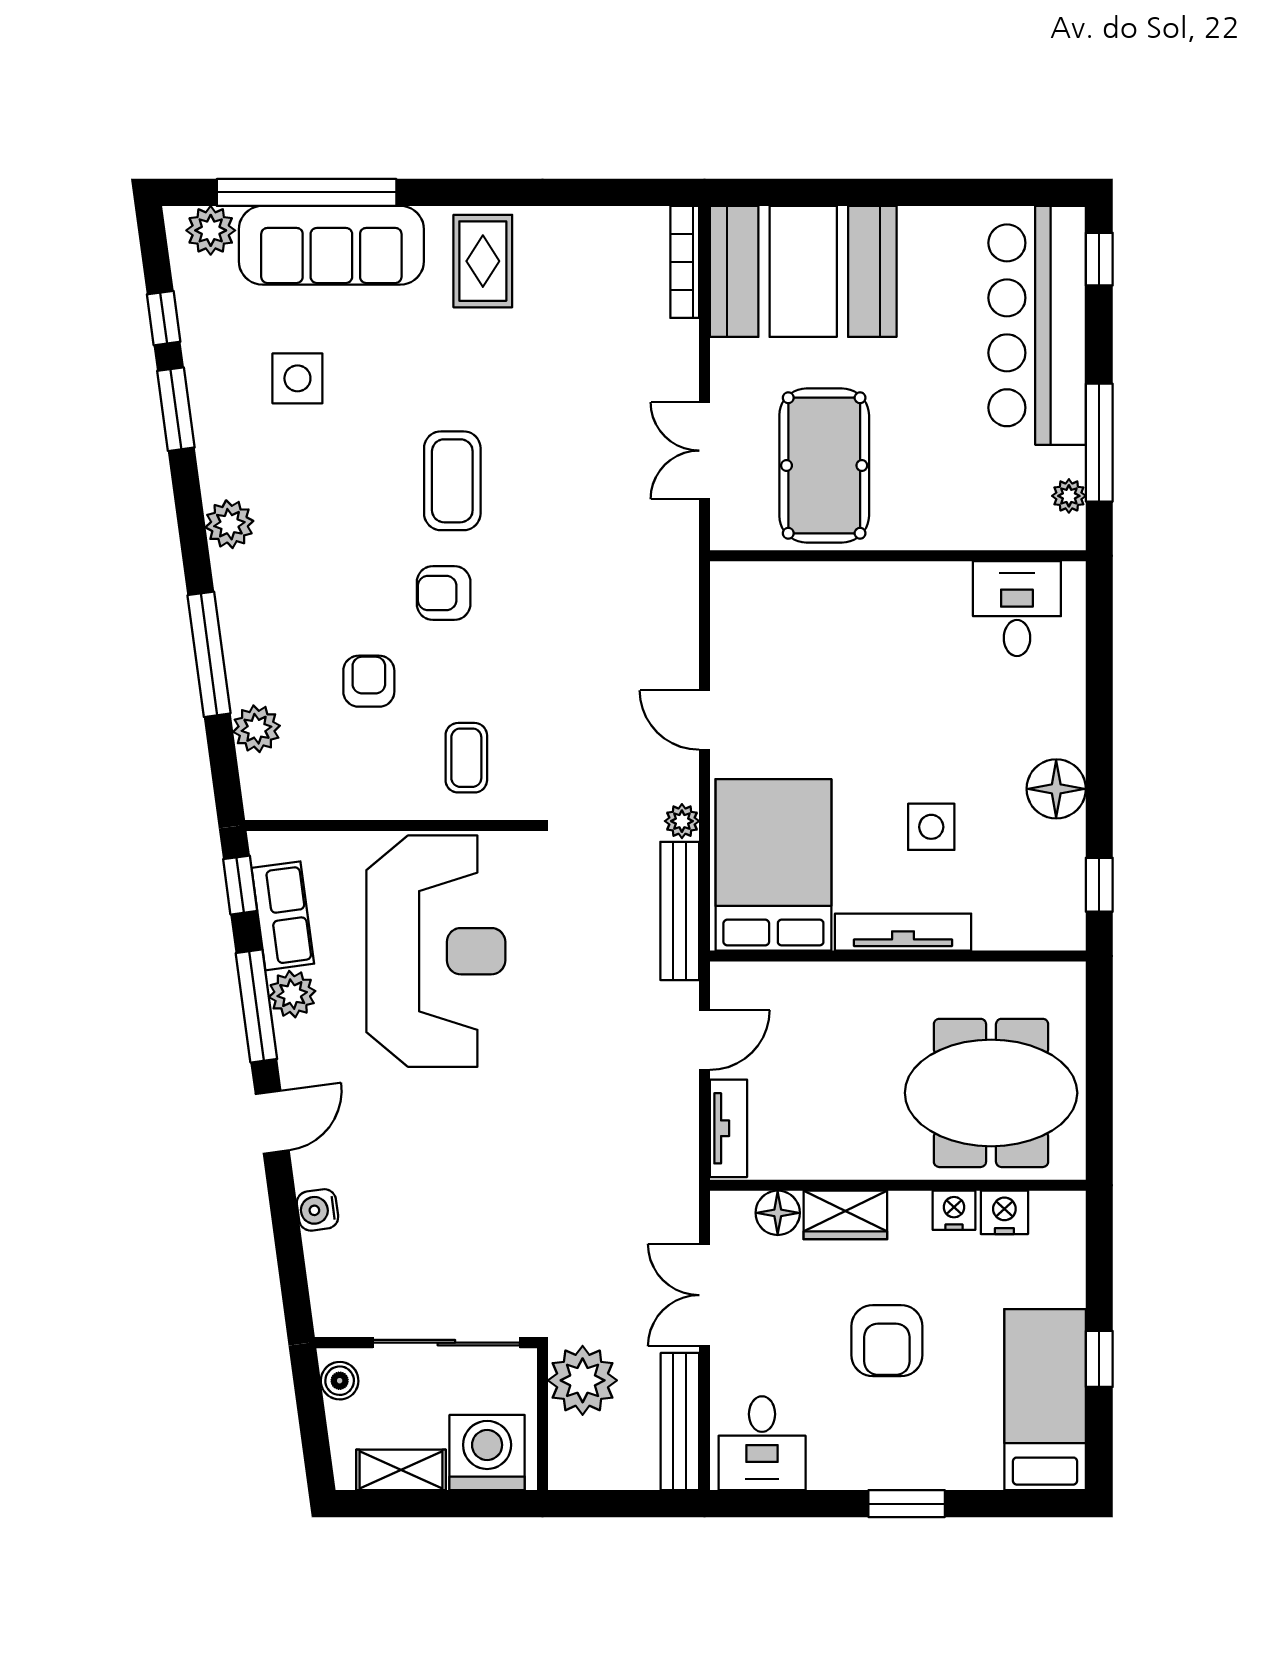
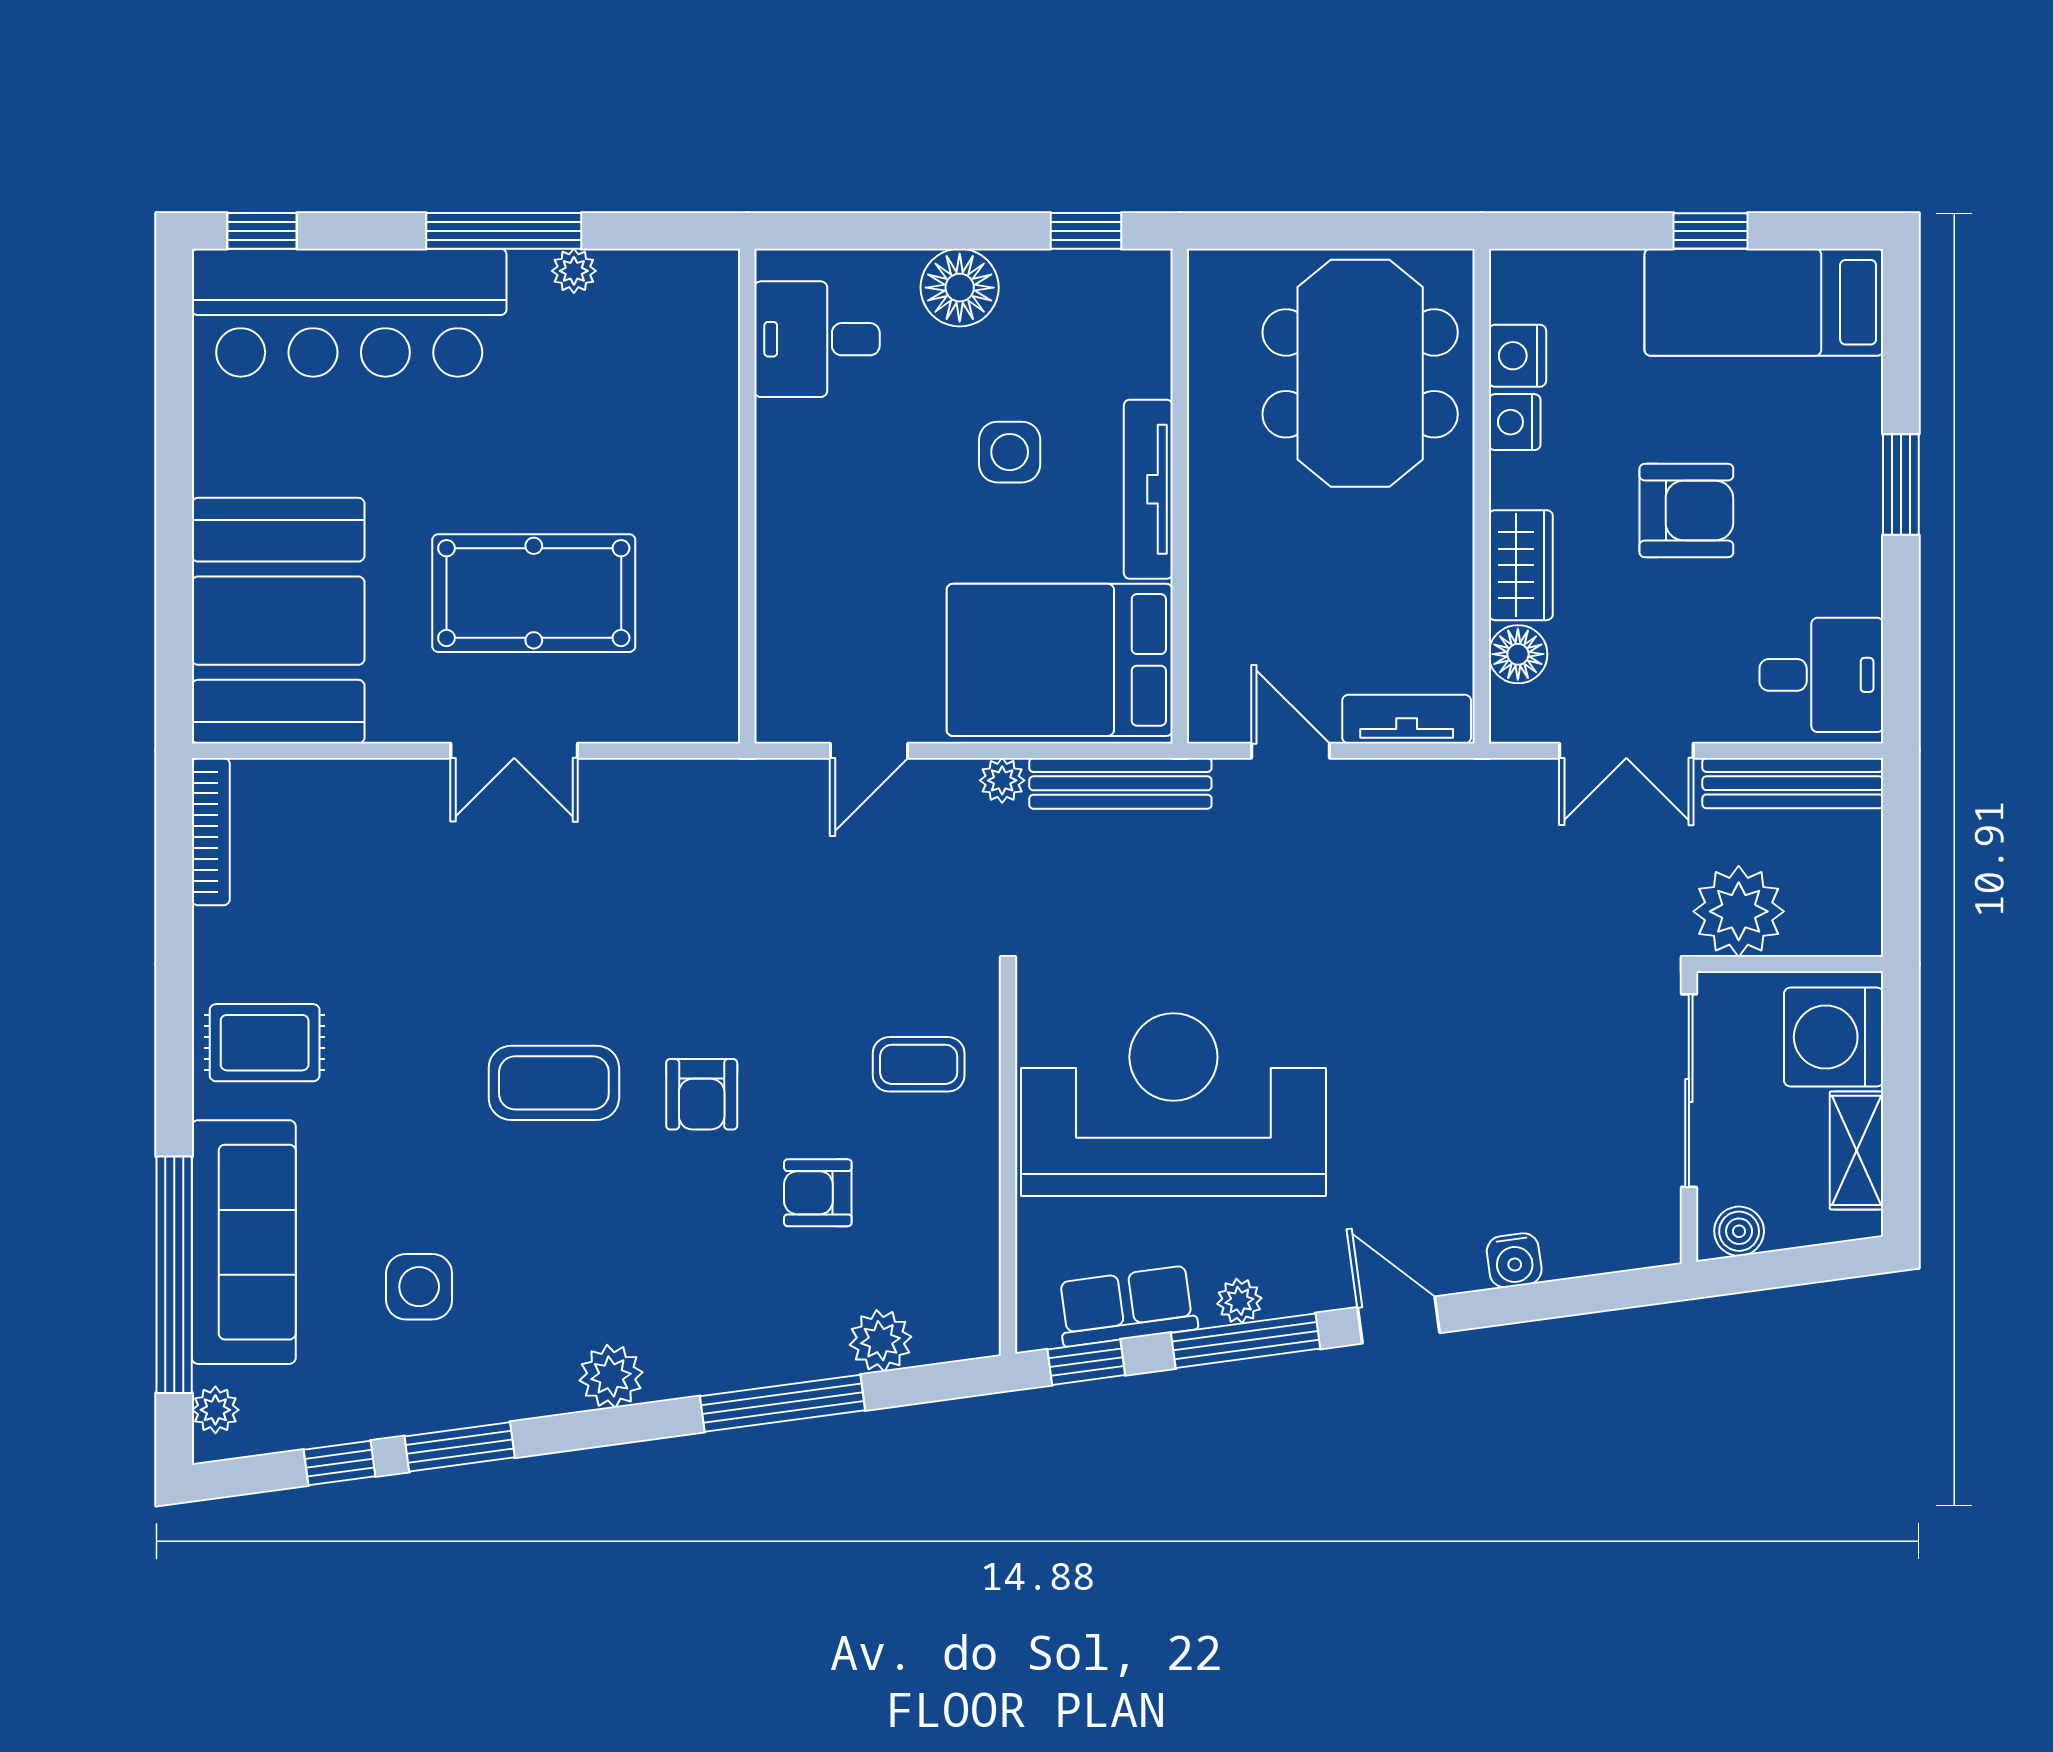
plant: (211, 230) -> (215, 1410), width x0.73, depth x0.73
bookcase: (685, 262) -> (211, 832), moved, turned -90
wall: (898, 556) -> (747, 496), moved
desk: (1017, 609) -> (817, 339), moved
plant: (292, 994) -> (1239, 1301), width x0.73, depth x0.73

